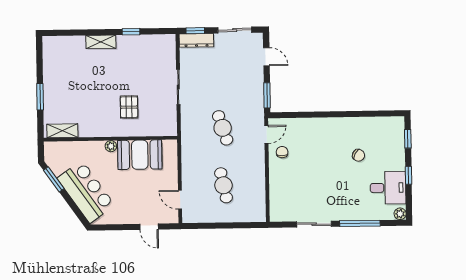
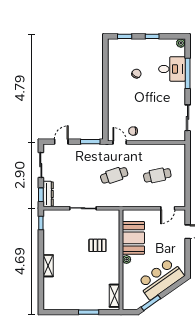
window: (131, 32) -> (41, 223), moved
desk: (388, 188) -> (172, 69), moved, turned 90
sliding door: (314, 224) -> (188, 118), moved

